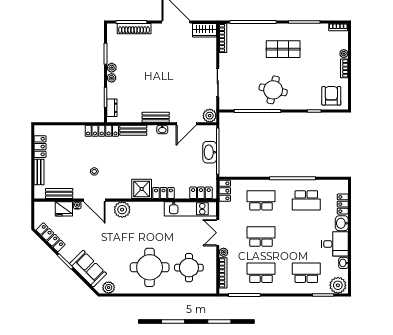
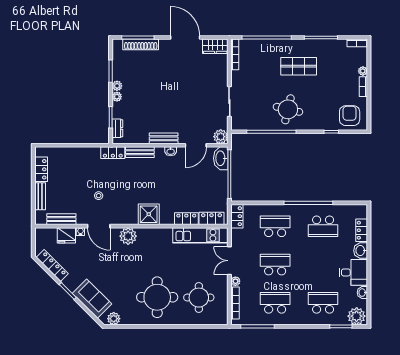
locker: (102, 131) -> (113, 153), width x0.66
washbasin: (210, 152) -> (221, 158), moved
locker: (163, 193) -> (186, 219), moved

